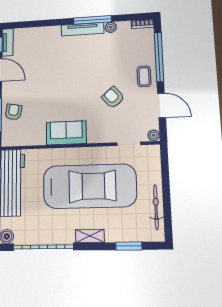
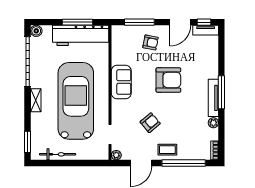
window: (92, 20) -> (221, 92), moved
armchair: (63, 79) -> (168, 80), added
armchair: (13, 112) -> (150, 42), moved
car: (90, 186) -> (76, 101), turned 180
window: (129, 246) -> (28, 142), moved

